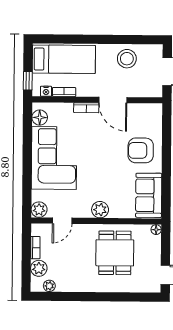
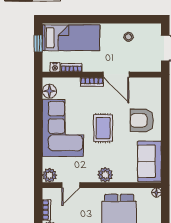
stool: (127, 59) -> (128, 37), width x0.53, depth x0.53
window: (28, 81) -> (38, 43), moved
rug: (98, 158) -> (103, 128), added

